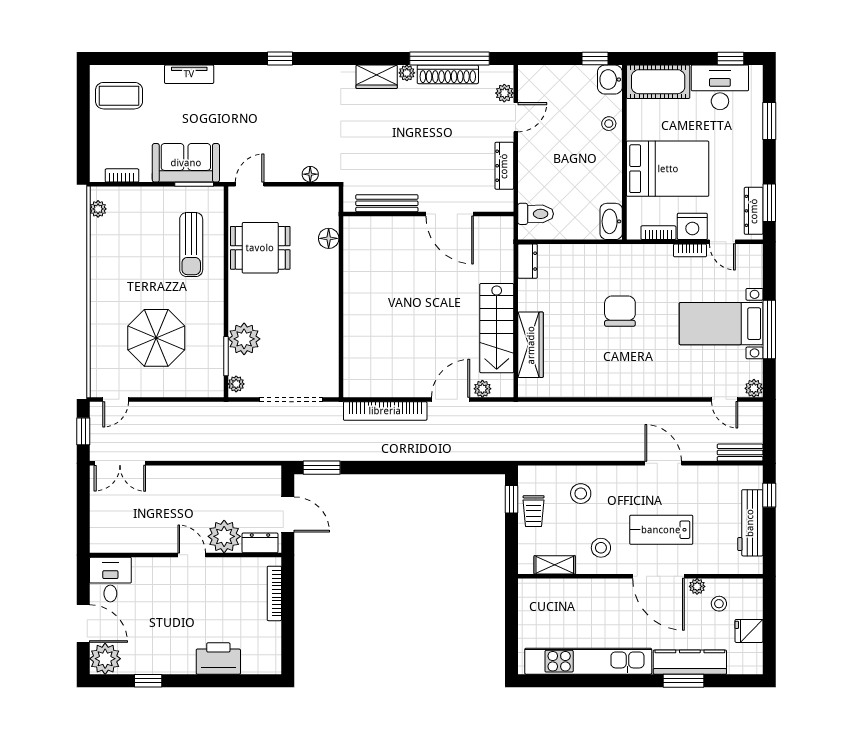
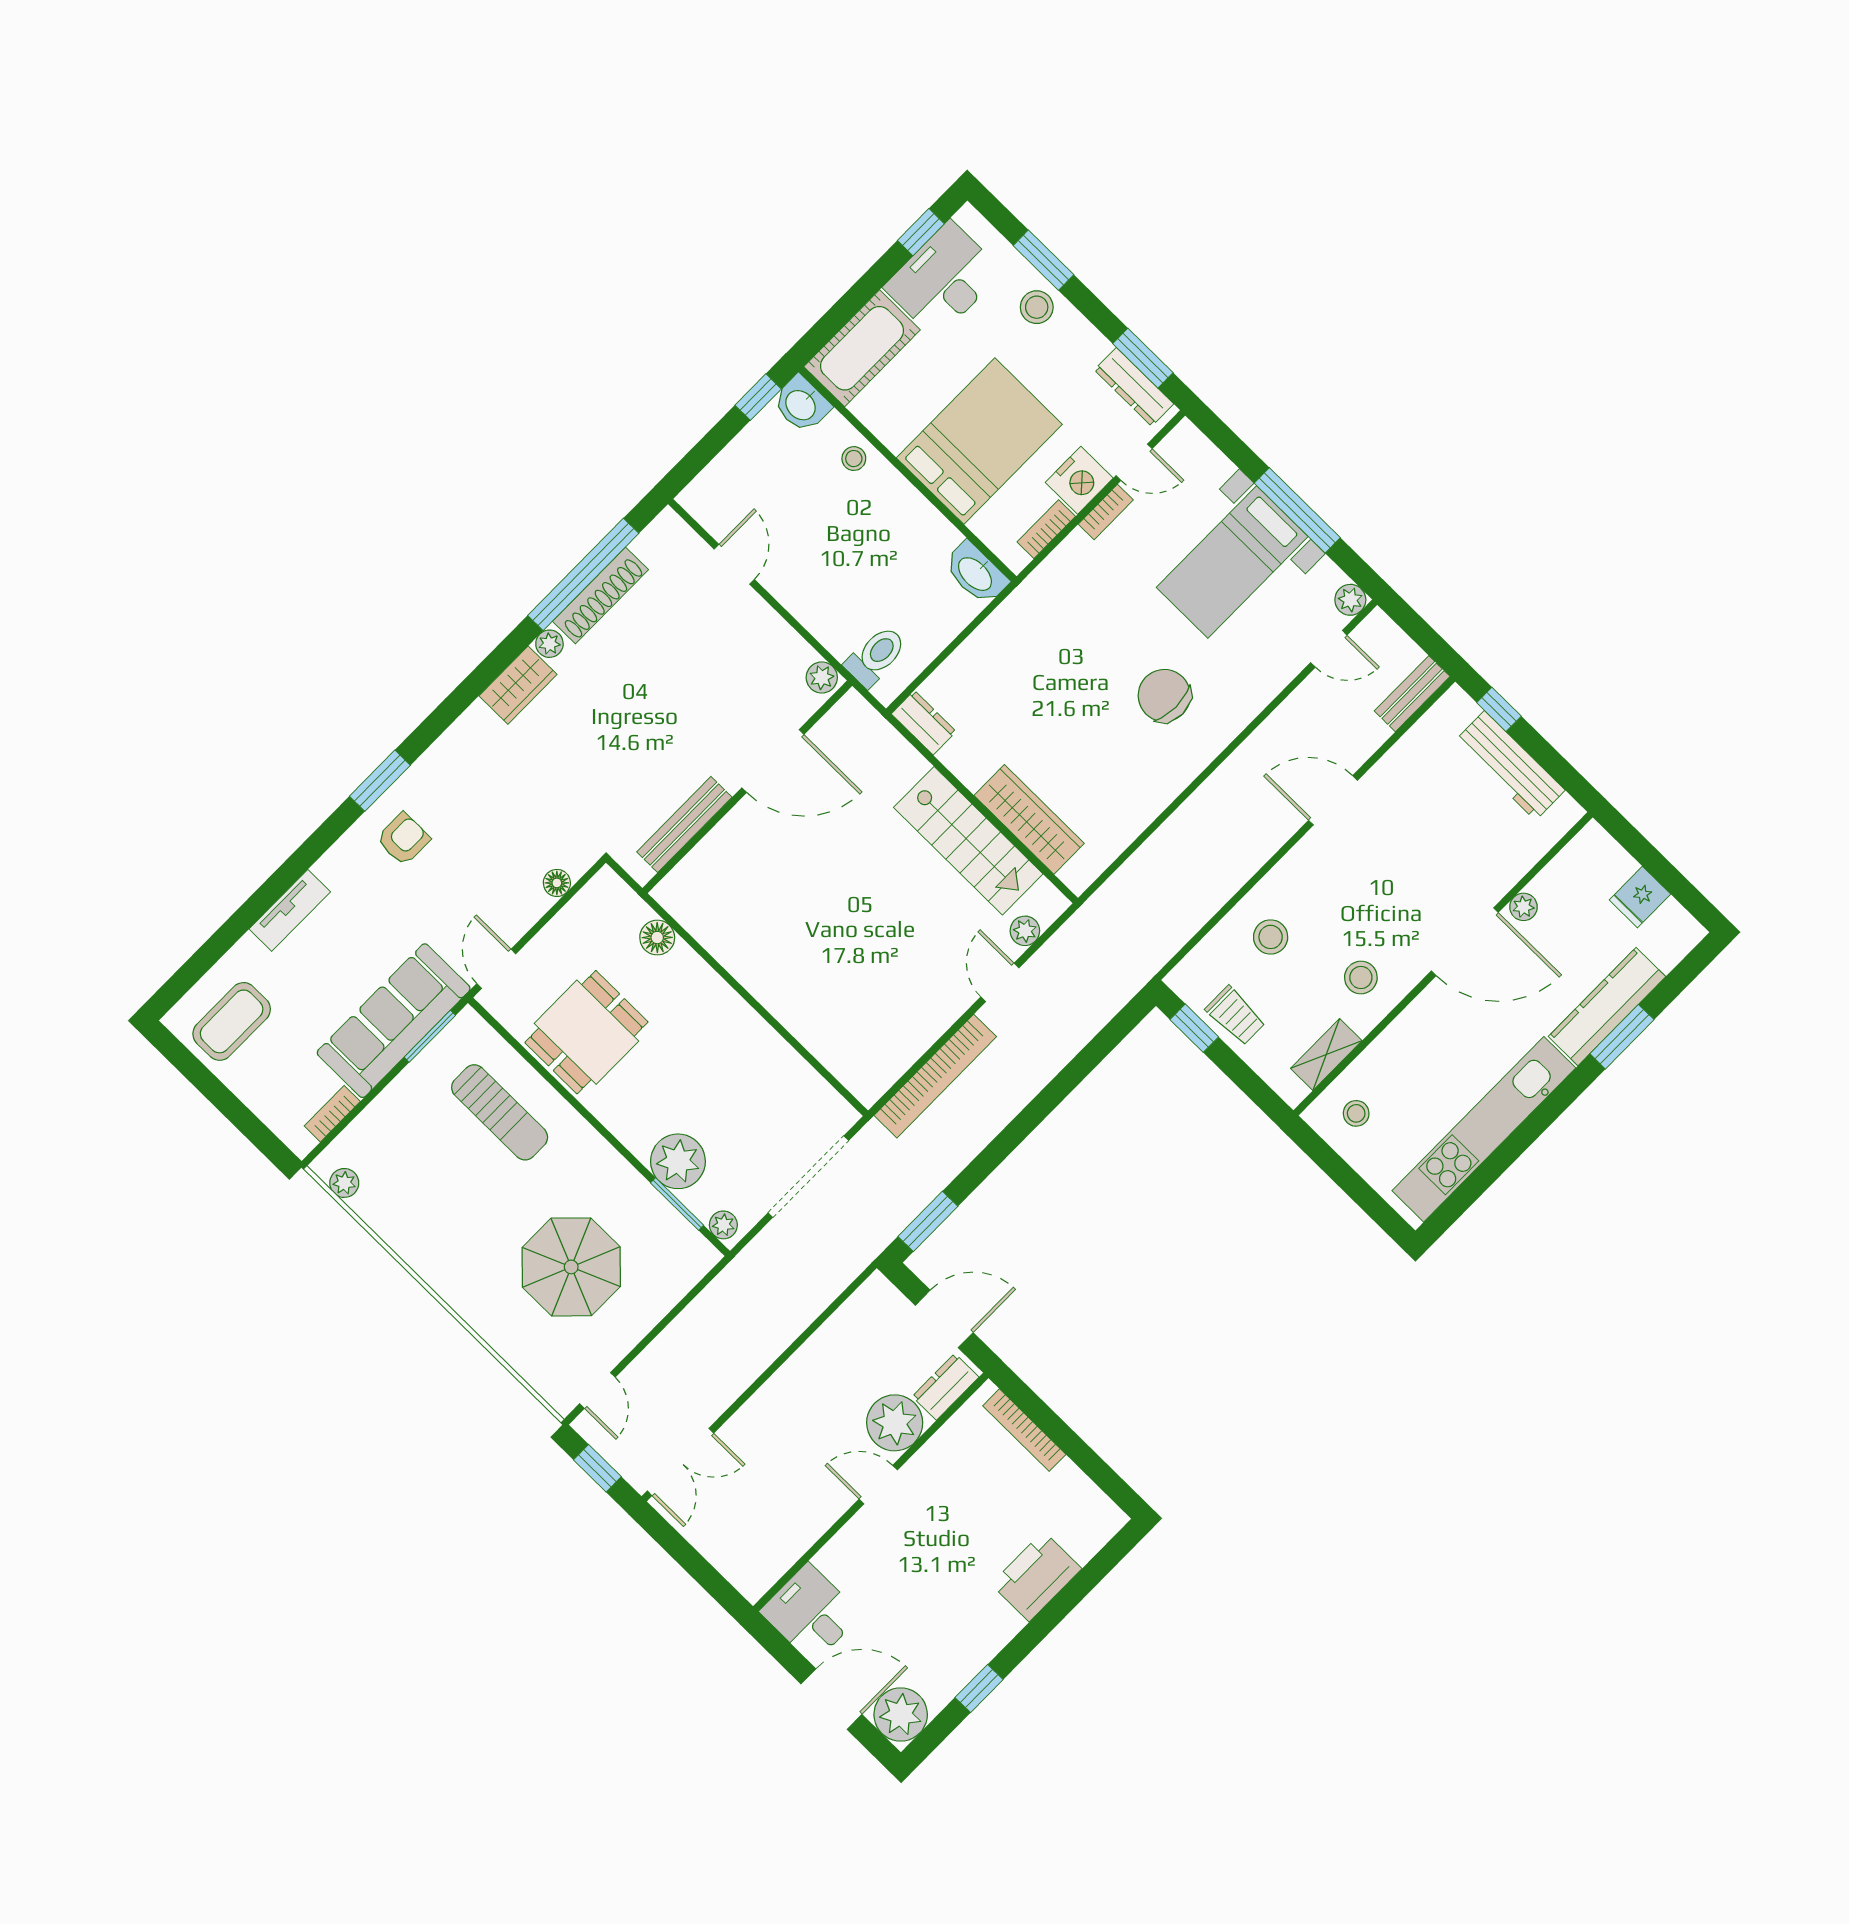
window: (280, 59) -> (380, 781), width x1.50
armchair: (265, 92) -> (403, 839), added
plant: (504, 93) -> (822, 678), moved
stool: (747, 138) -> (1037, 307), added
sofa: (186, 163) -> (394, 1021), width x1.36
dresser: (504, 166) -> (780, 636), removed
chair: (620, 311) -> (1164, 695), moved
door: (451, 399) -> (1000, 982), width x0.73
lab bench: (661, 530) -> (1411, 882), removed
stool: (719, 604) -> (1356, 1113), moved

